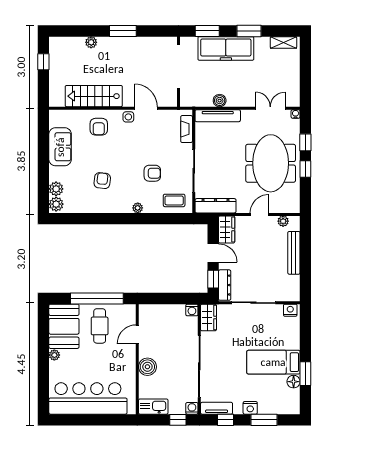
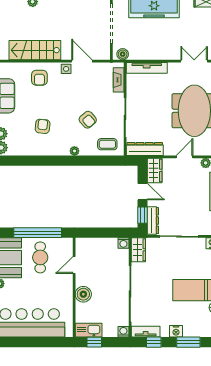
boiler: (220, 101) -> (123, 54), moved
armchair: (152, 173) -> (88, 120), turned 49
window: (178, 420) -> (94, 342), moved

